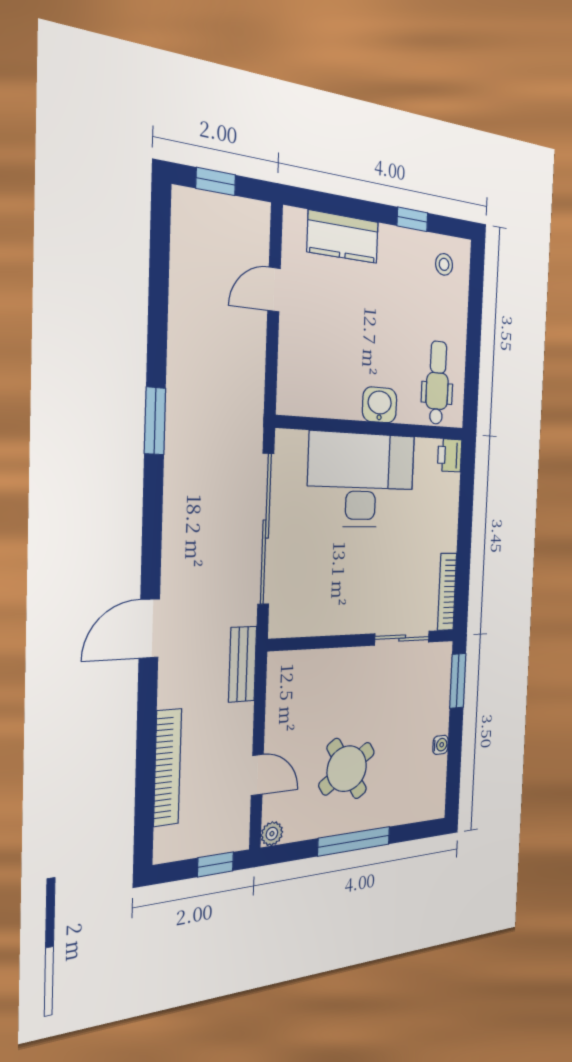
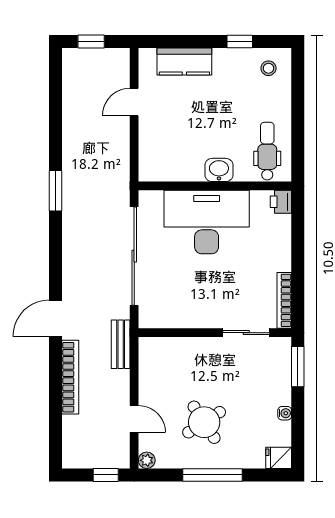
bookcase: (168, 768) -> (70, 377), moved
fridge: (431, 806) -> (279, 458), added

